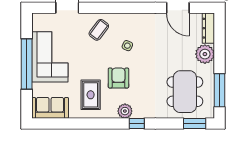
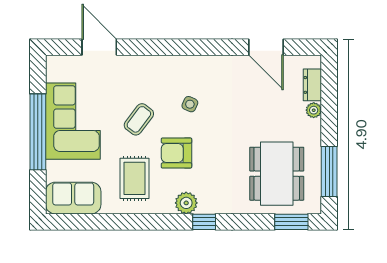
dresser: (208, 28) -> (312, 85), width x0.70
coffee table: (99, 30) -> (139, 119), moved
plant: (205, 54) -> (314, 110), width x0.53, depth x0.53
armchair: (118, 78) -> (176, 153), turned -90

